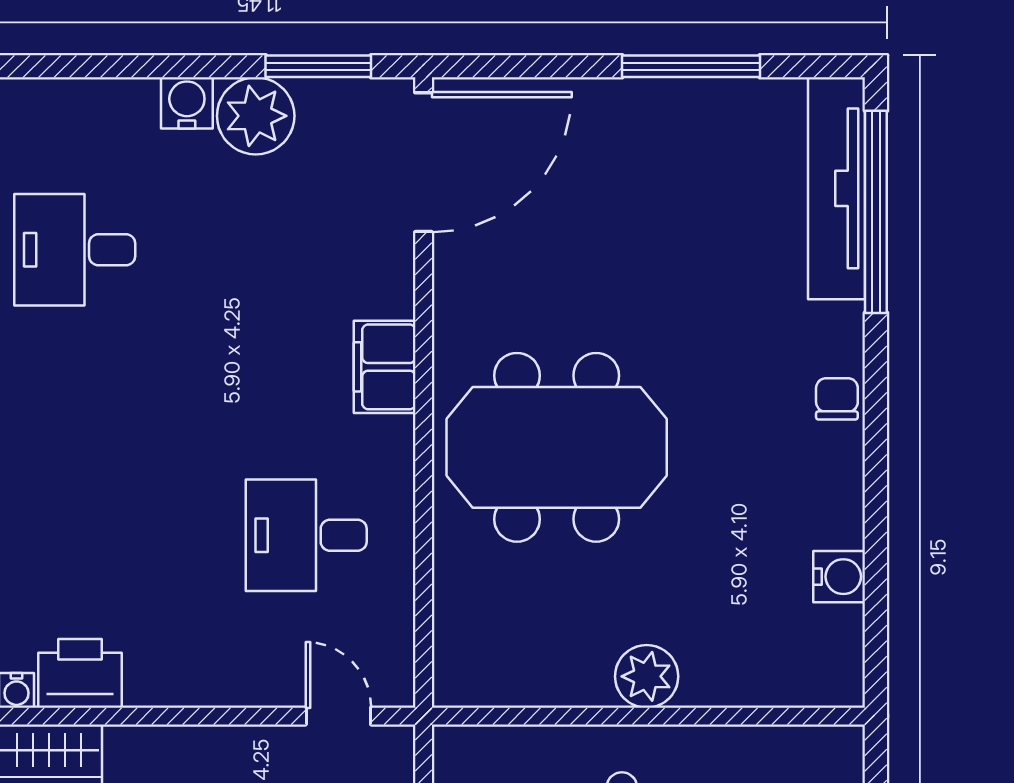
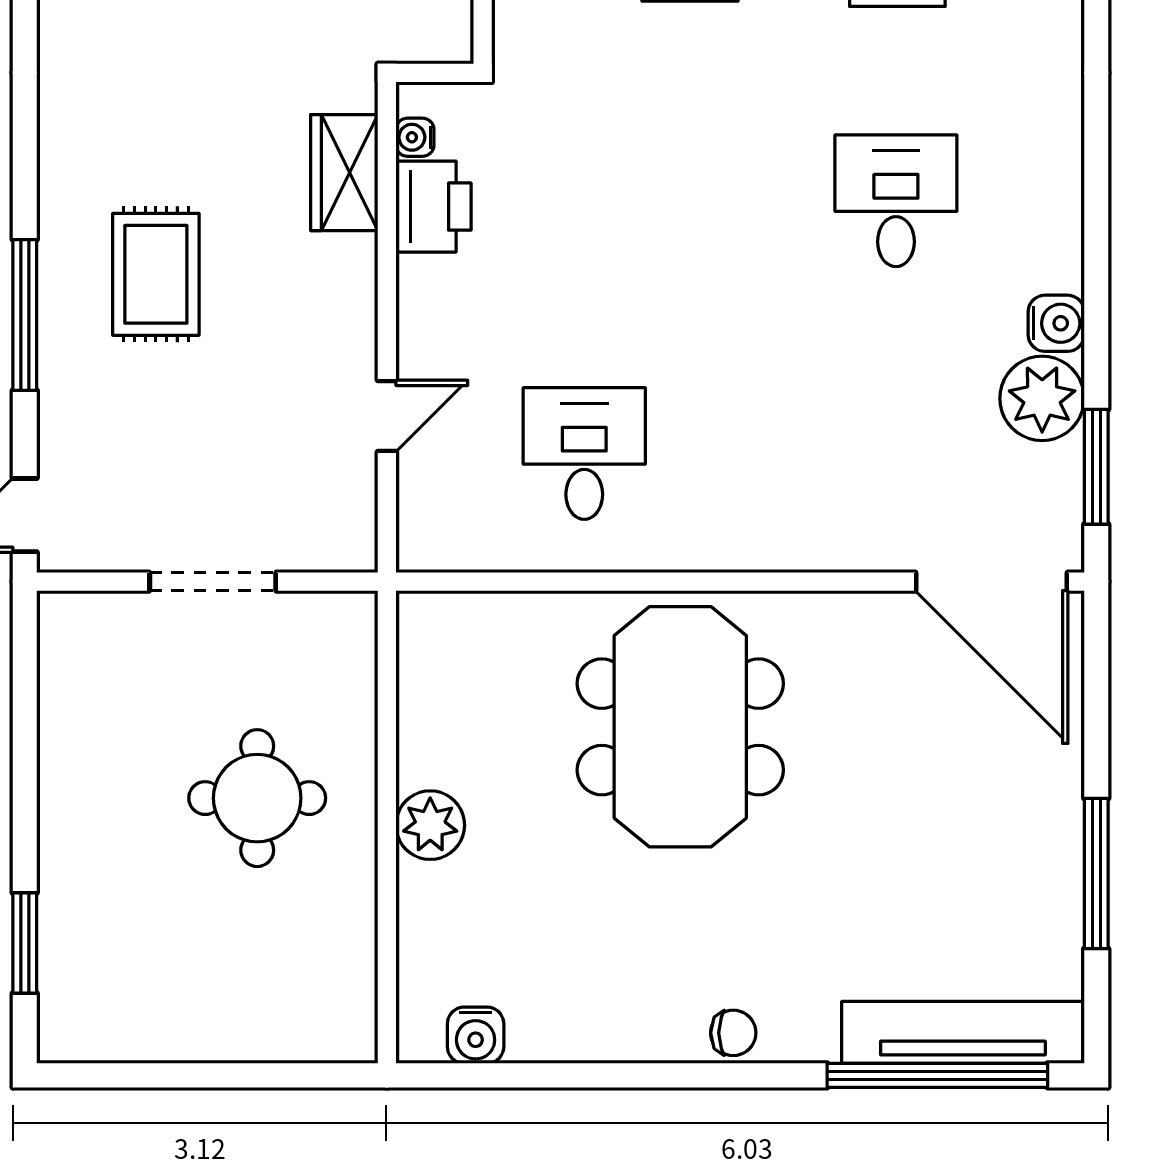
filing cabinet: (385, 367) -> (768, 539), removed
water cooler: (839, 577) -> (476, 1035), moved
door: (338, 716) -> (387, 416), moved

